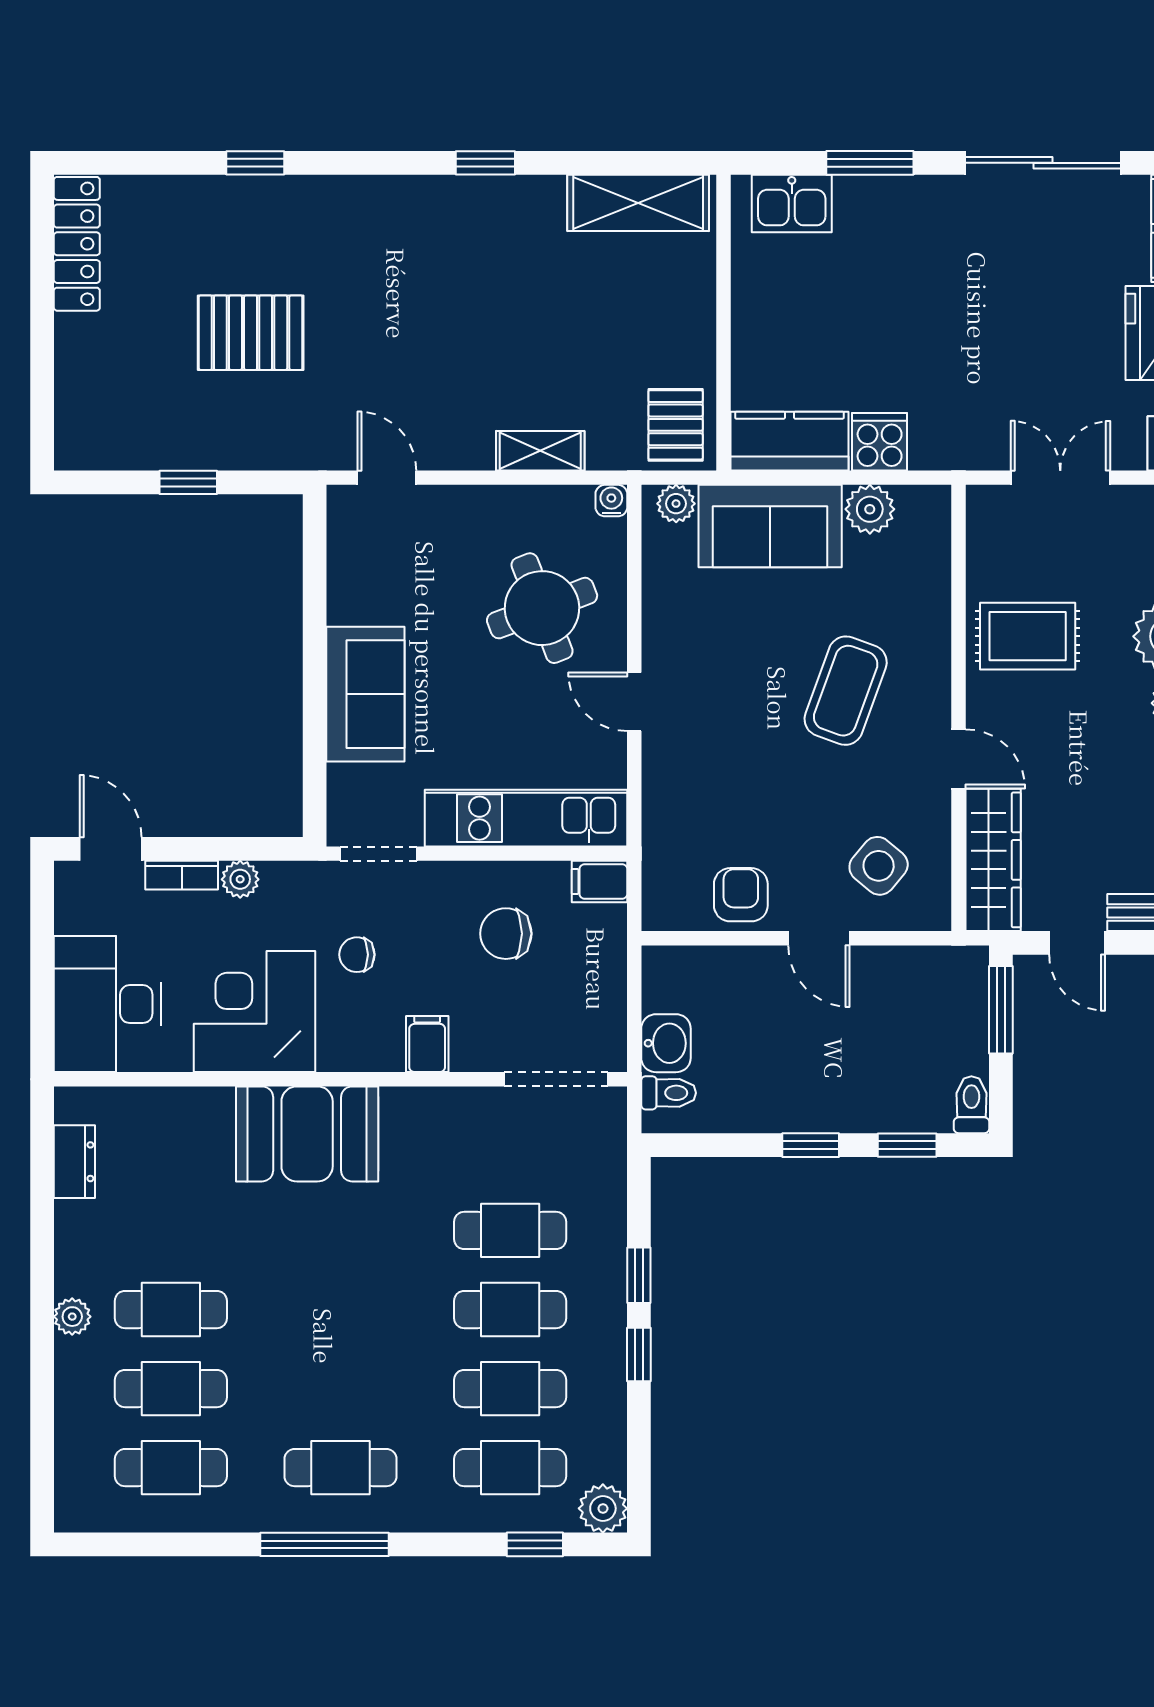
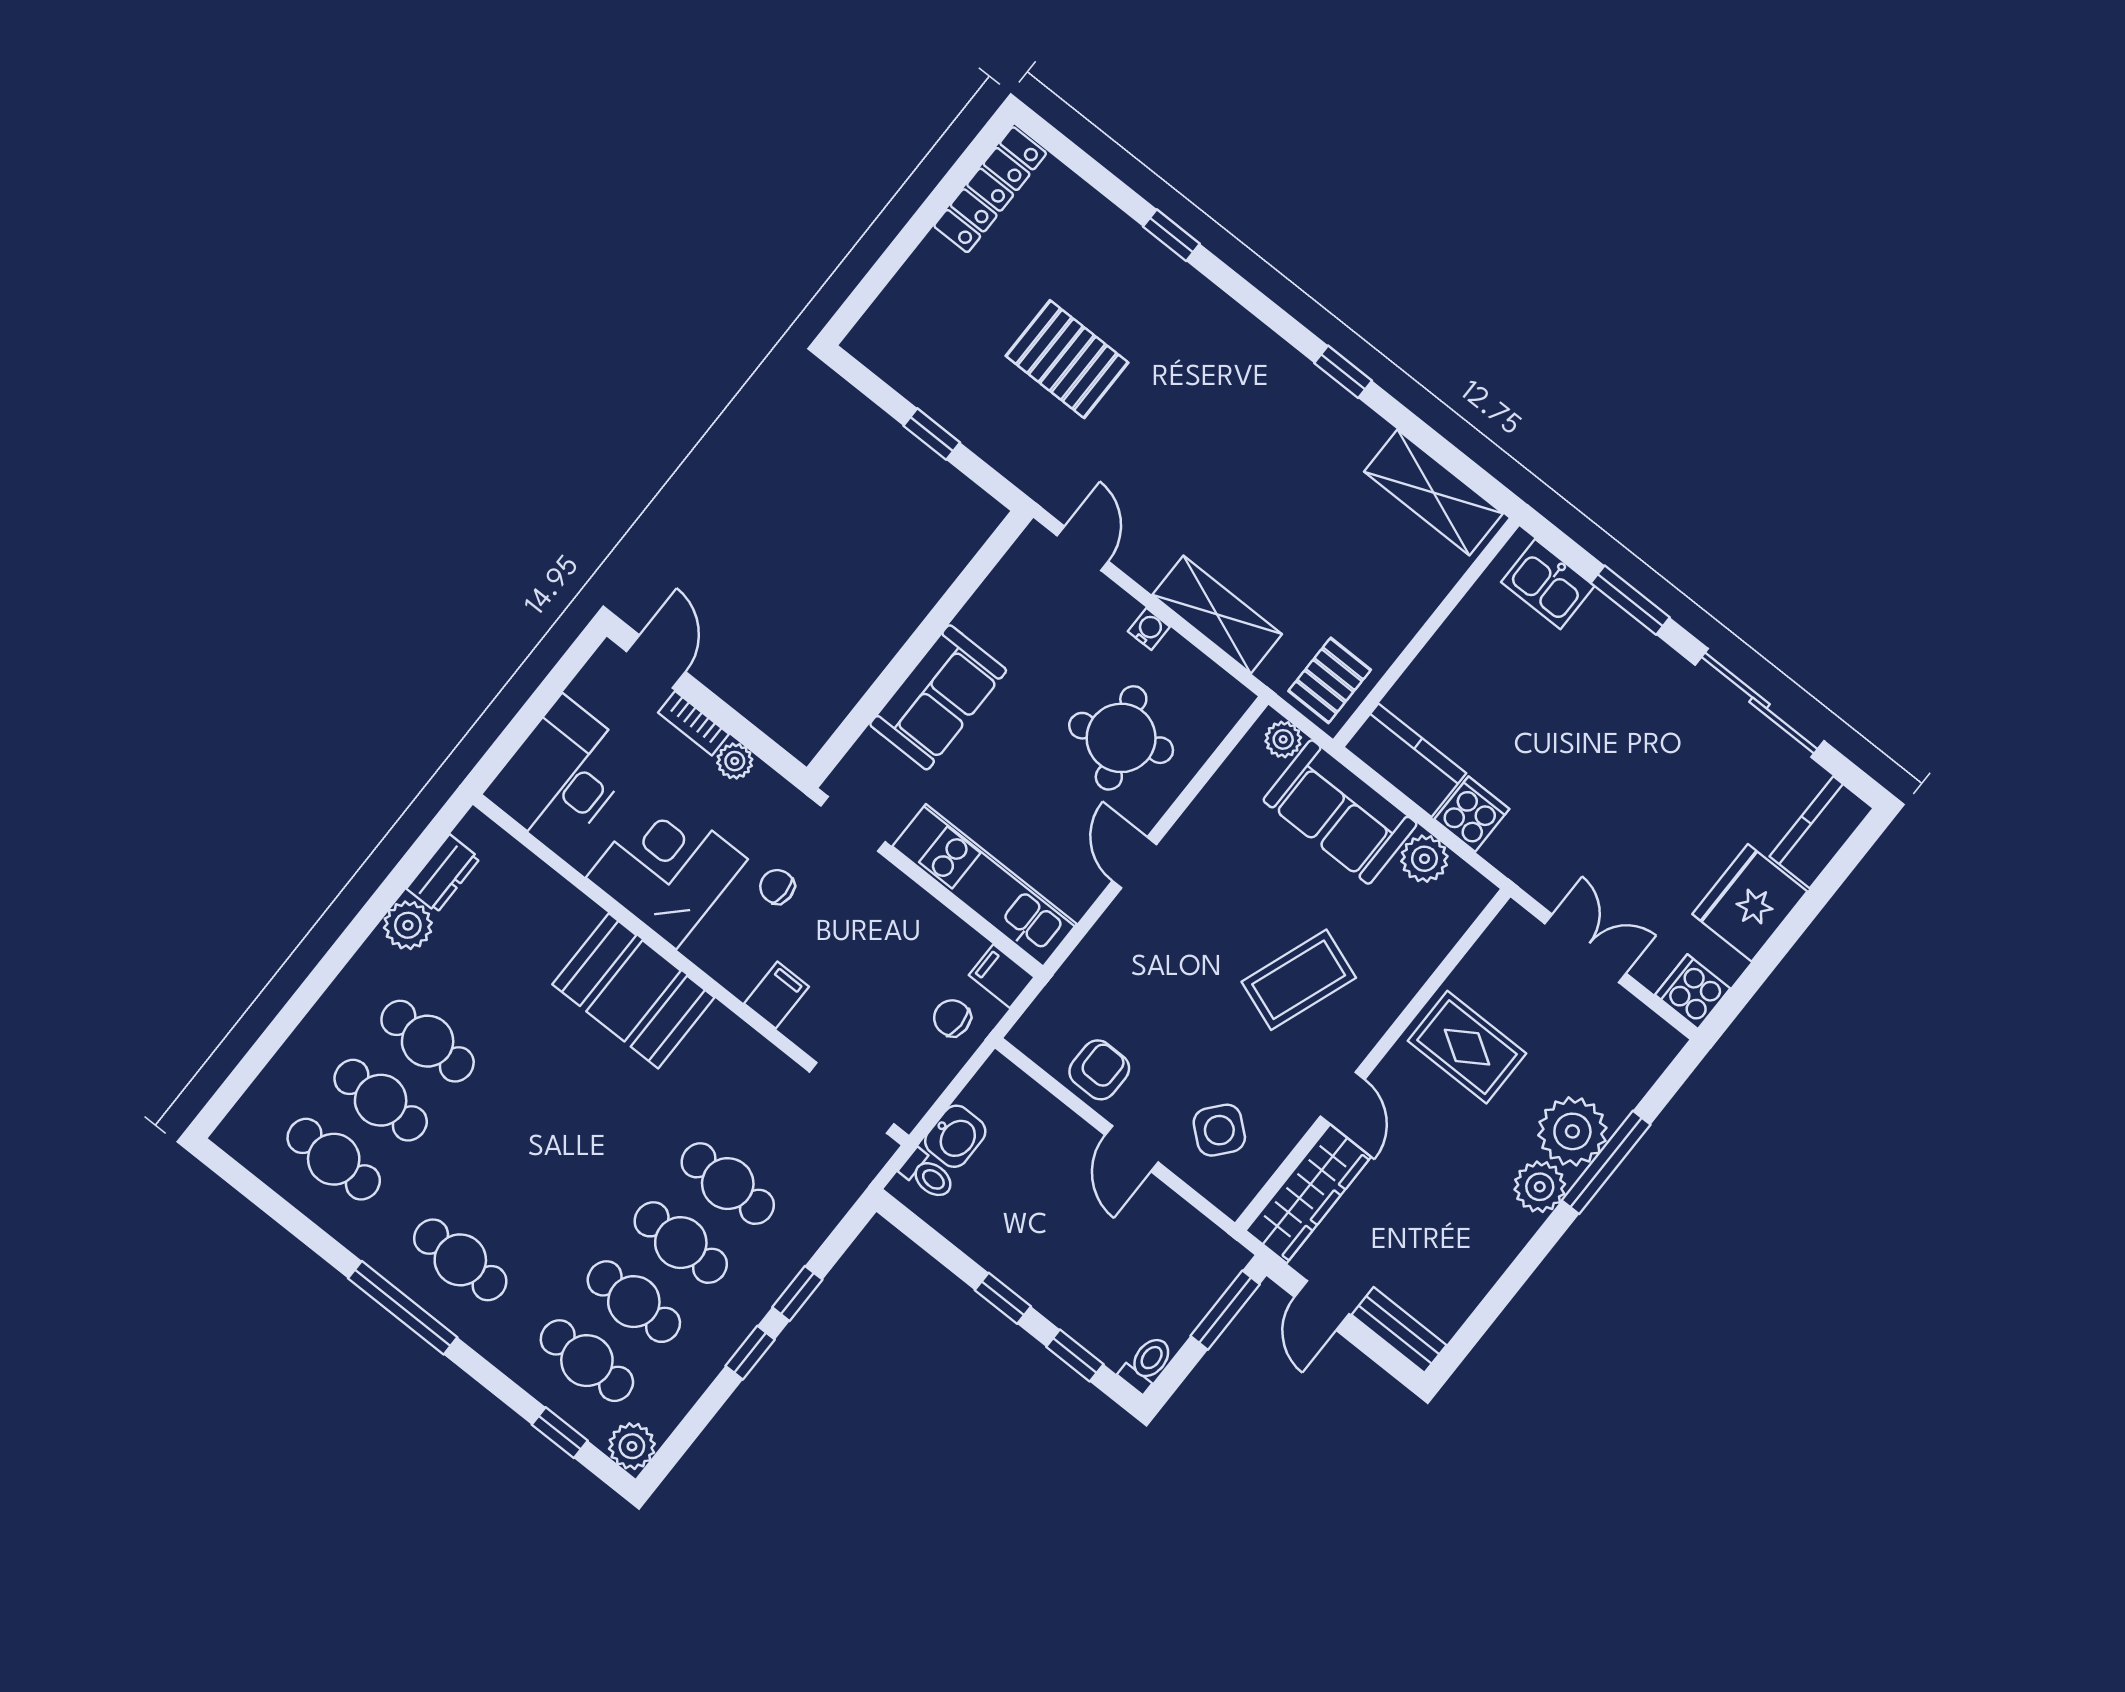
shelving: (540, 451) -> (1217, 614), width x1.50, depth x1.33
water cooler: (611, 501) -> (1149, 629), moved
chair: (506, 934) -> (952, 1018), moved, width x0.73, depth x0.73
plant: (72, 1317) -> (408, 925), moved, width x1.38, depth x1.38

